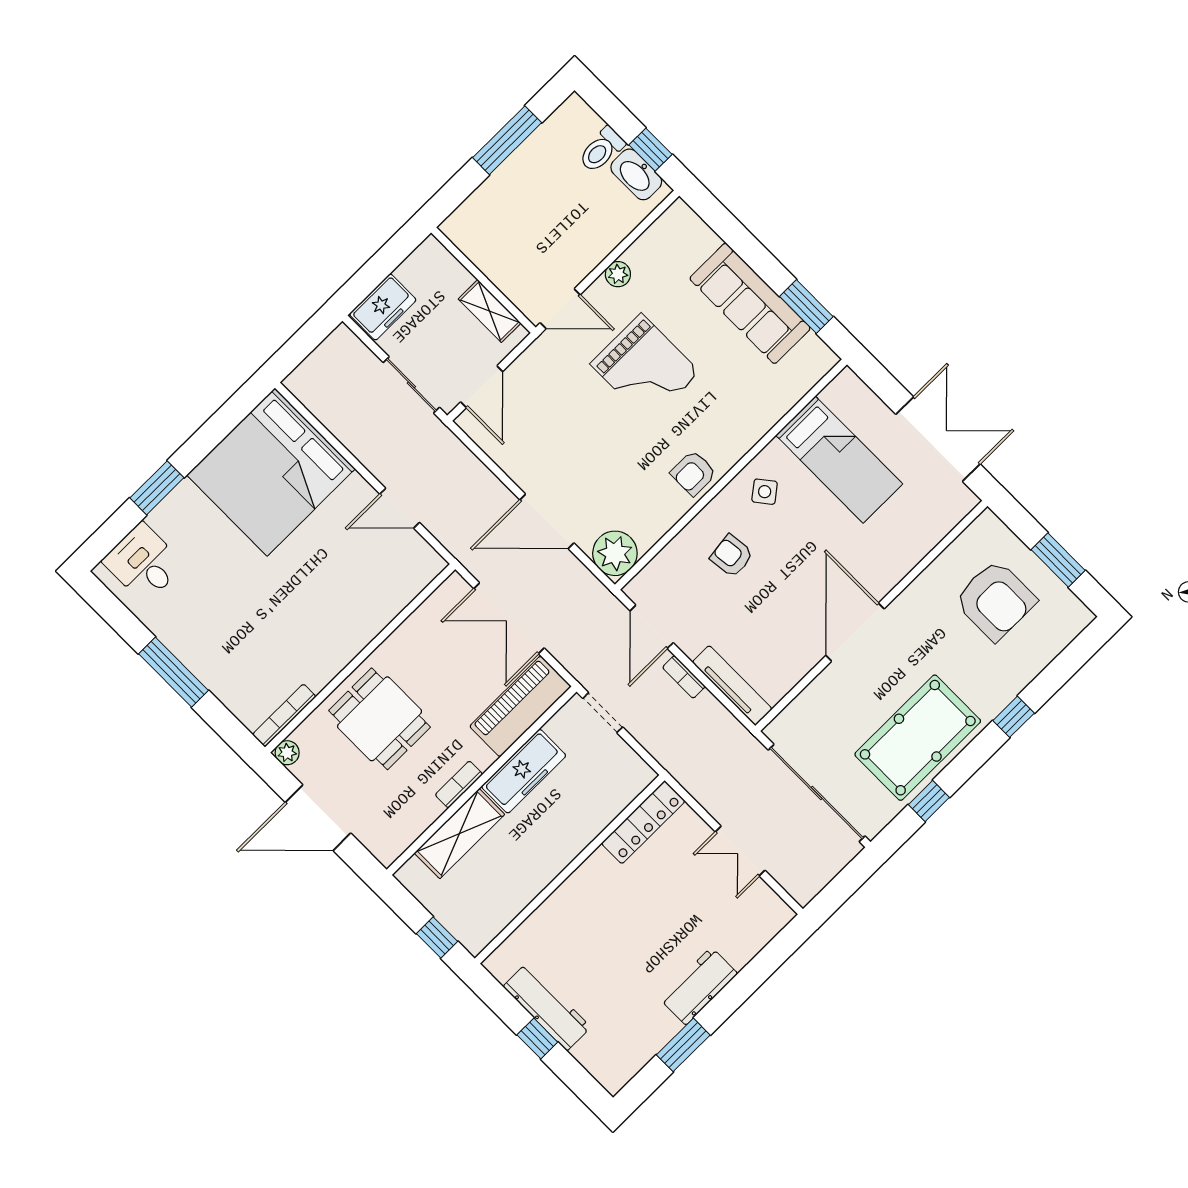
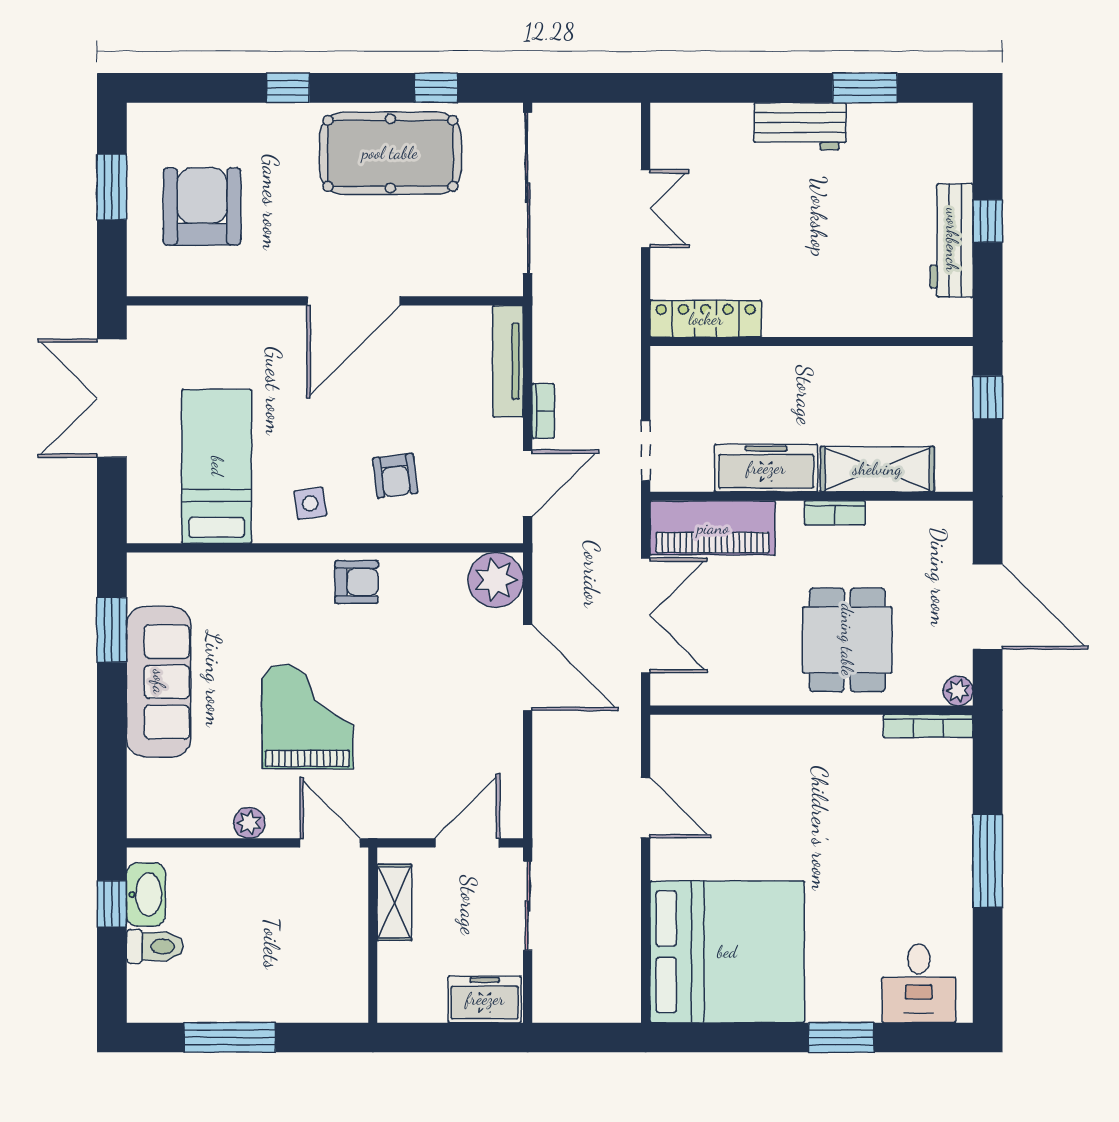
side table: (765, 492) -> (310, 503), turned 30

